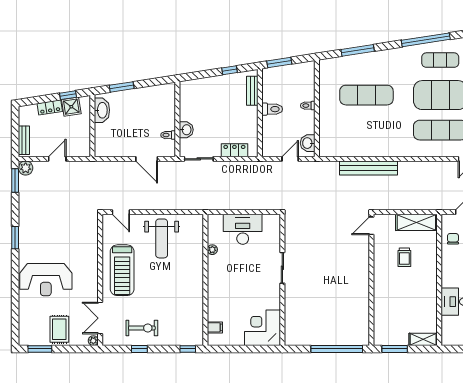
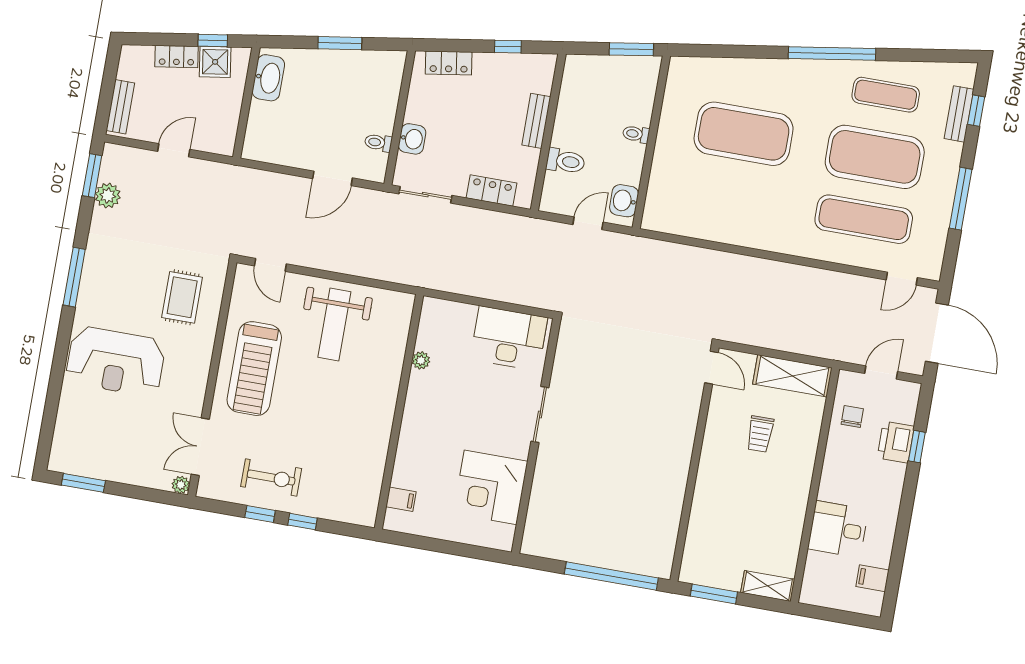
window: (426, 40) -> (832, 53), moved
window: (358, 50) -> (742, 52), removed
window: (279, 63) -> (631, 49), moved
locker: (199, 85) -> (449, 63), added
window: (122, 87) -> (340, 43), moved
bench: (252, 91) -> (536, 121), moved
exercise mat: (366, 95) -> (744, 134), width x1.47
toilet: (272, 109) -> (566, 161), moved
door: (147, 159) -> (333, 178), hinge flipped
plant: (26, 168) -> (108, 196), moved
bench: (369, 168) -> (724, 264), removed
door: (371, 226) -> (711, 368), swing flipped
desk: (243, 229) -> (509, 338), moved
window: (15, 238) -> (74, 277), width x1.44
corner desk: (262, 328) -> (490, 487), moved, turned -90
rug: (59, 329) -> (182, 297), moved
window: (188, 349) -> (303, 522), moved

